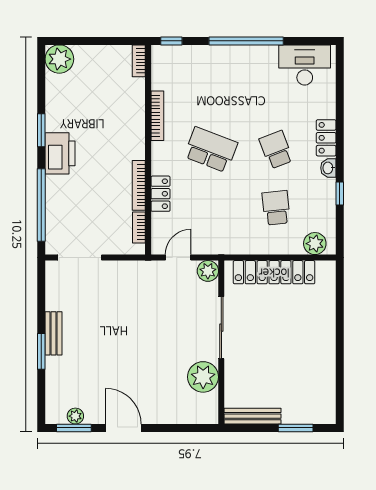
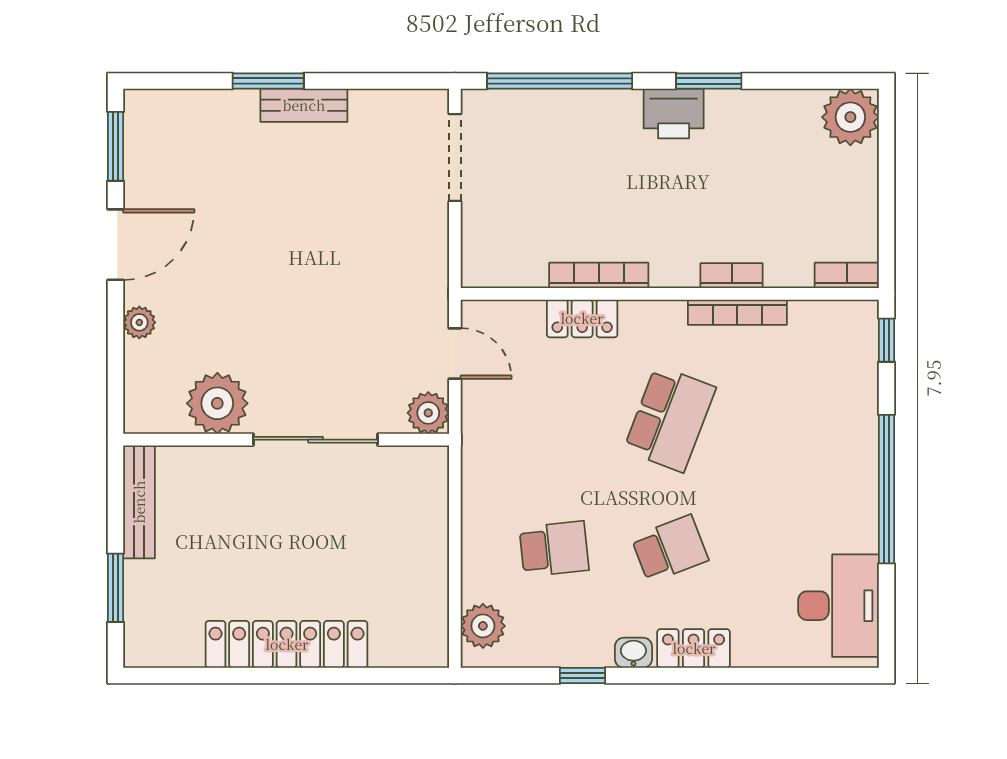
printer: (60, 153) -> (674, 114), width x0.73, depth x0.84
bookcase: (139, 227) -> (732, 276), moved
locker: (274, 272) -> (287, 644), moved, turned 90
plant: (75, 416) -> (139, 322), moved

